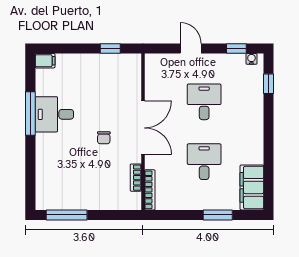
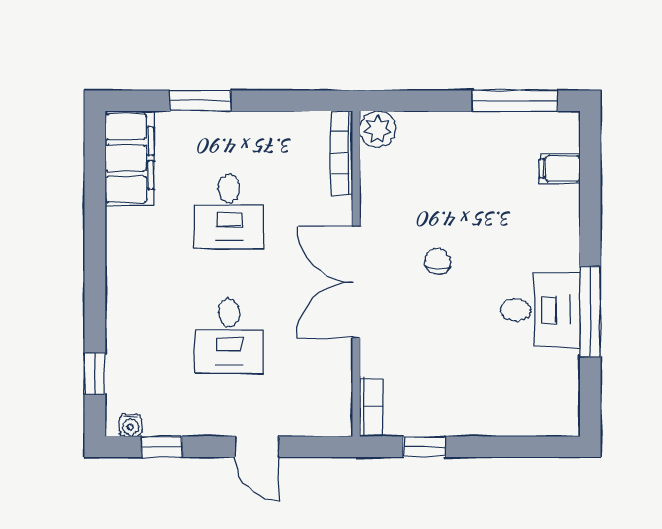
filing cabinet: (45, 61) -> (560, 169), moved
bookcase: (136, 178) -> (371, 407), moved
plant: (133, 201) -> (378, 129), added

